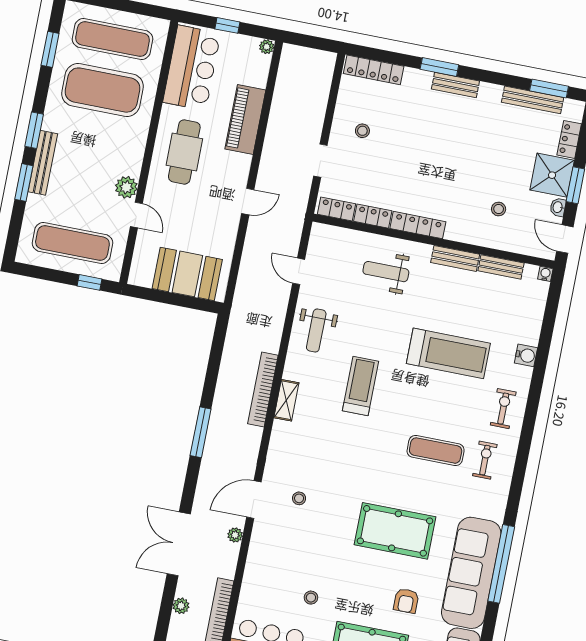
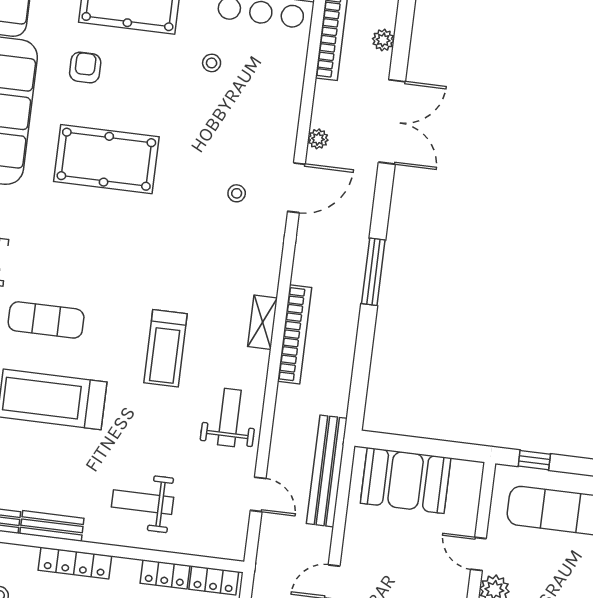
locker: (418, 225) -> (75, 563), moved
weight bench: (386, 272) -> (142, 502), turned 180
bench: (246, 285) -> (327, 471), added
exercise mat: (436, 451) -> (46, 320), moved

